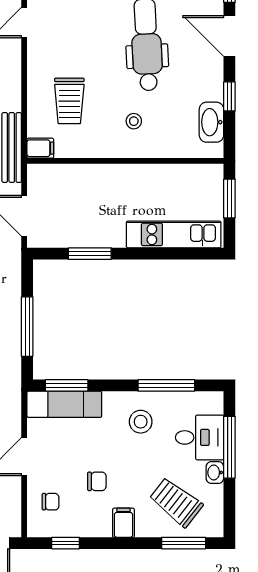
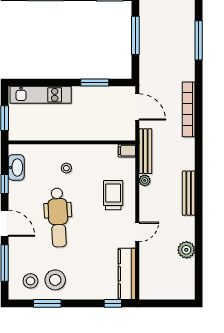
trolley: (69, 101) -> (113, 195), moved
plant: (13, 102) -> (145, 180), added

